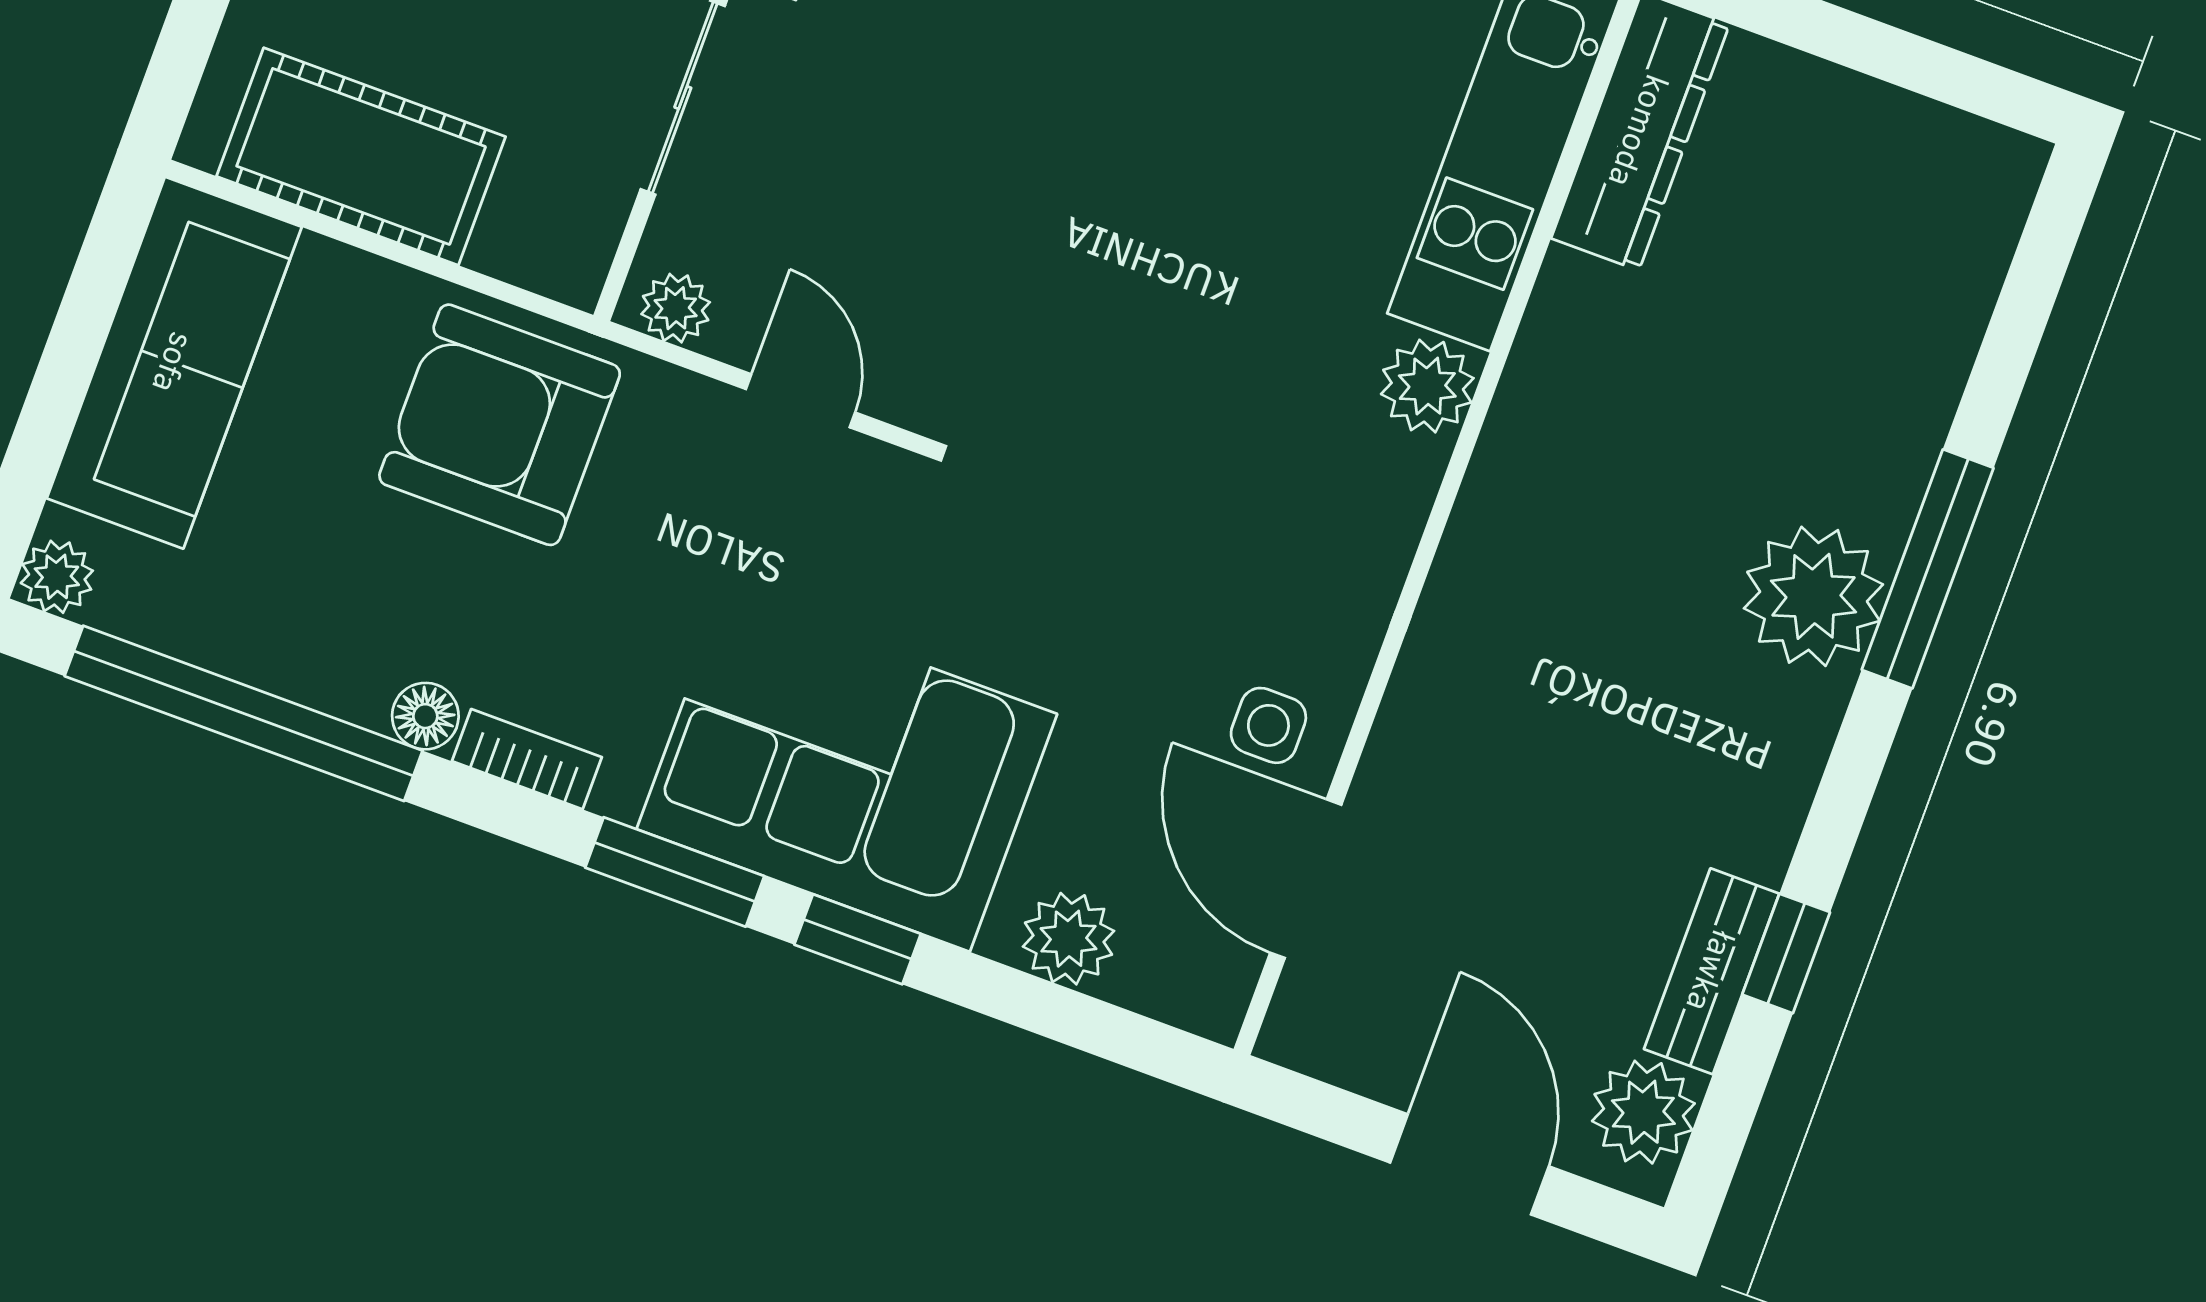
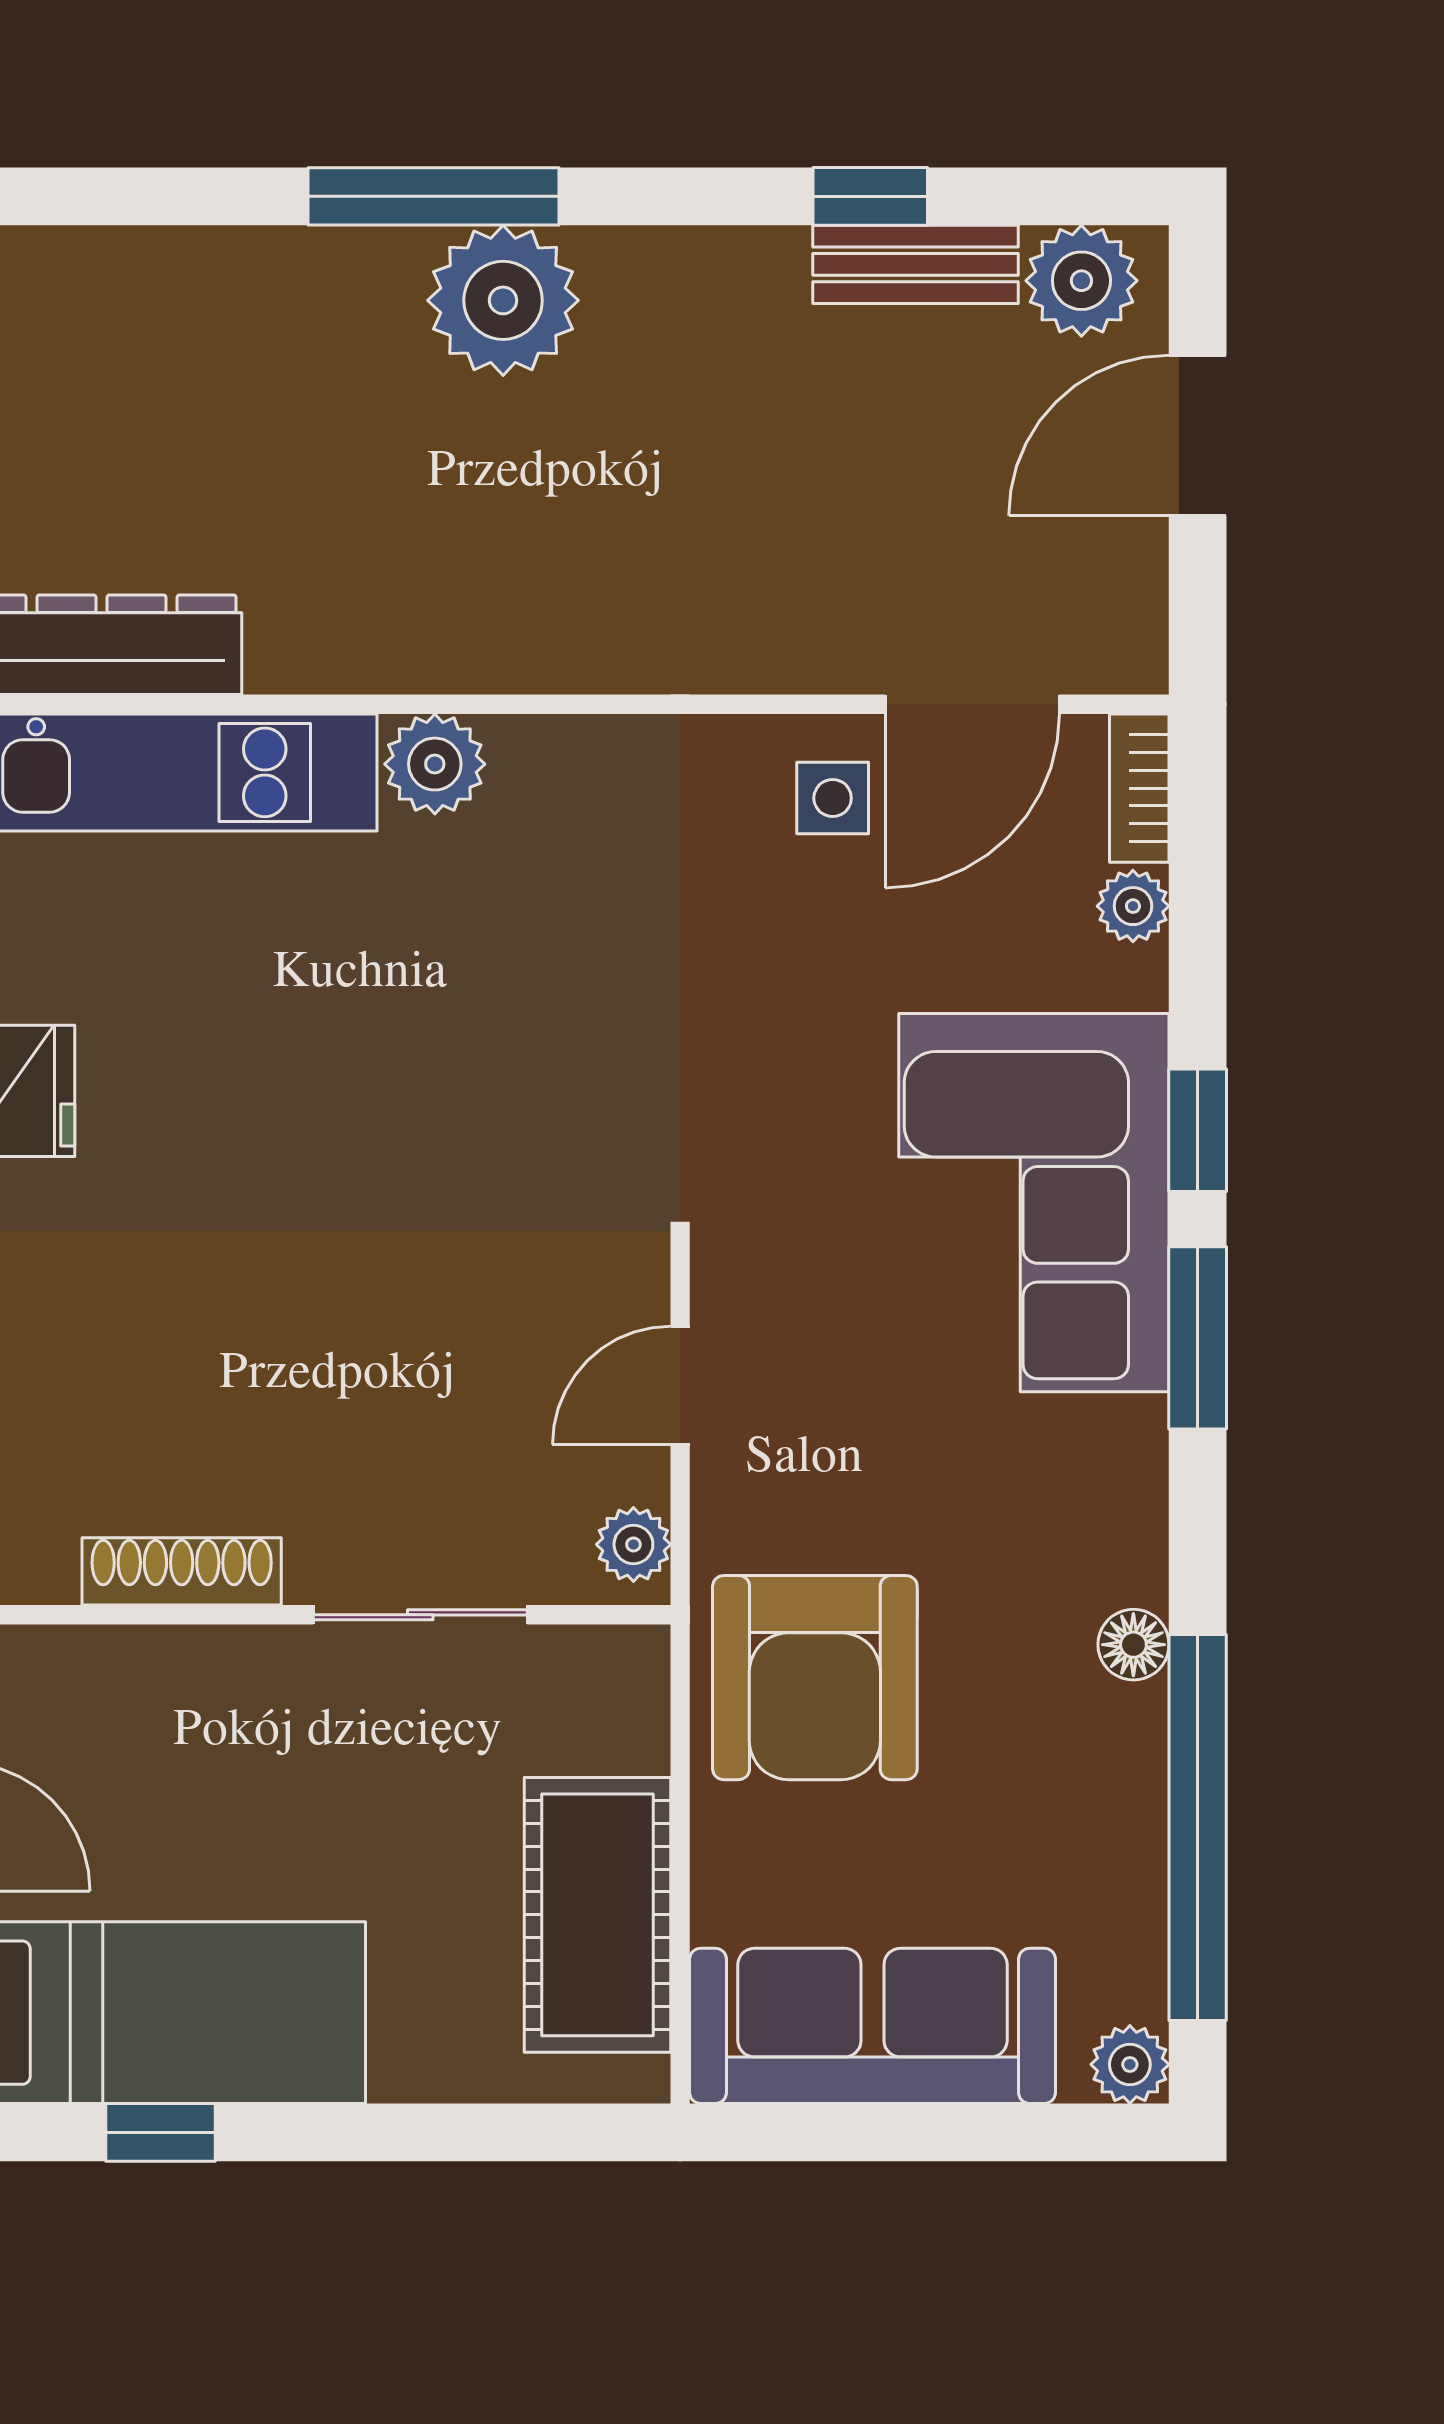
bookcase: (527, 759) -> (1139, 788), moved
plant: (1068, 939) -> (1133, 906), width x0.73, depth x0.73

